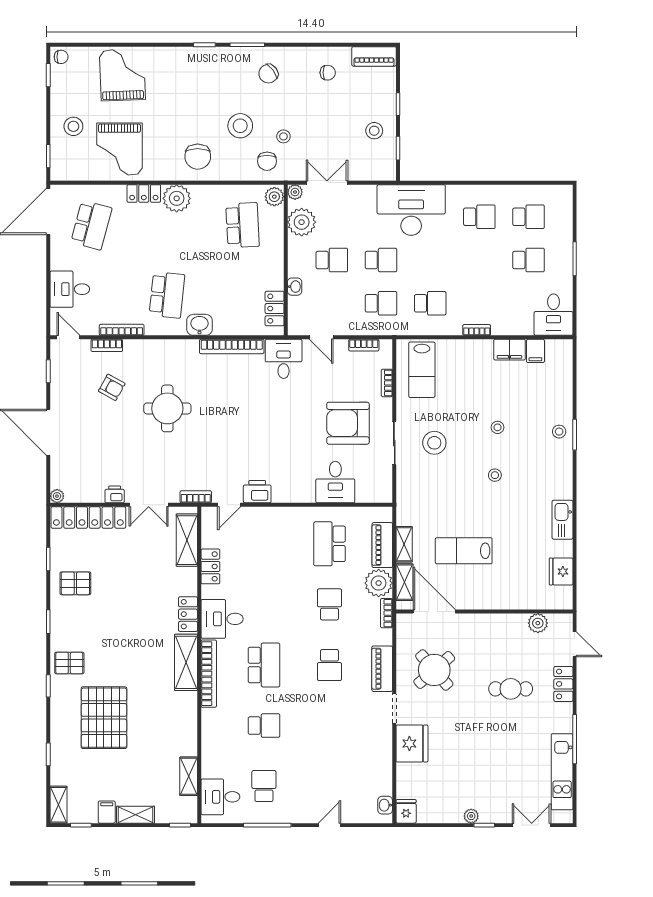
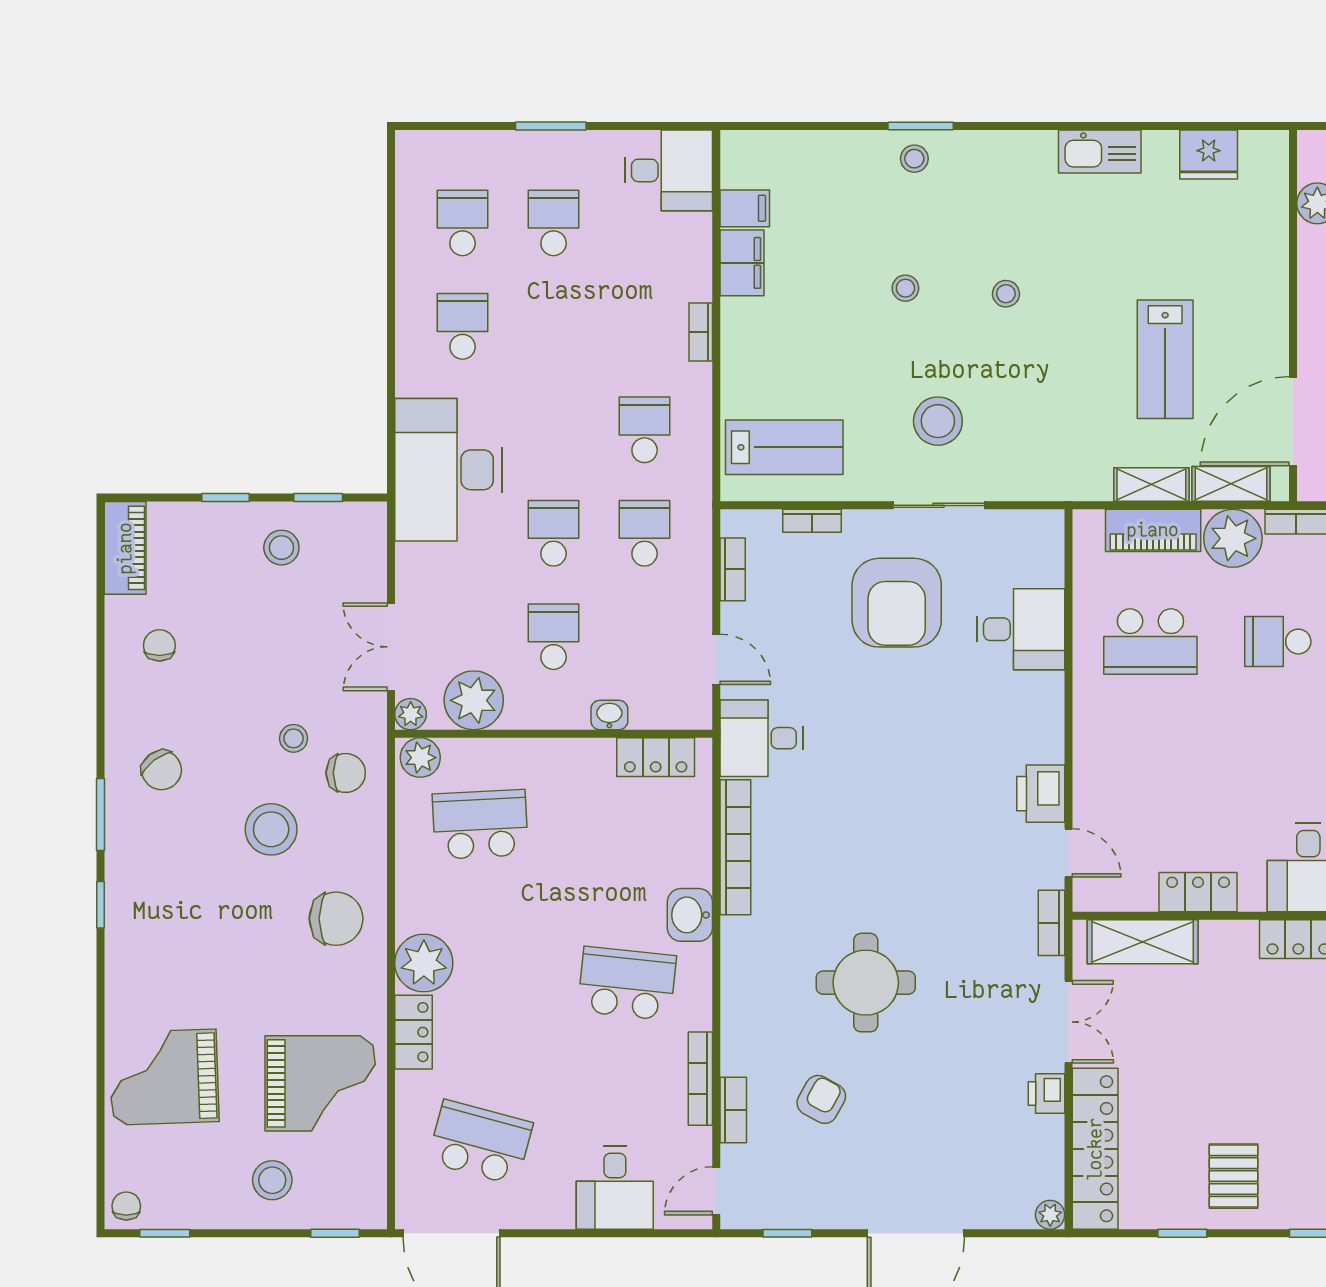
door: (321, 337) -> (716, 659), hinge flipped

